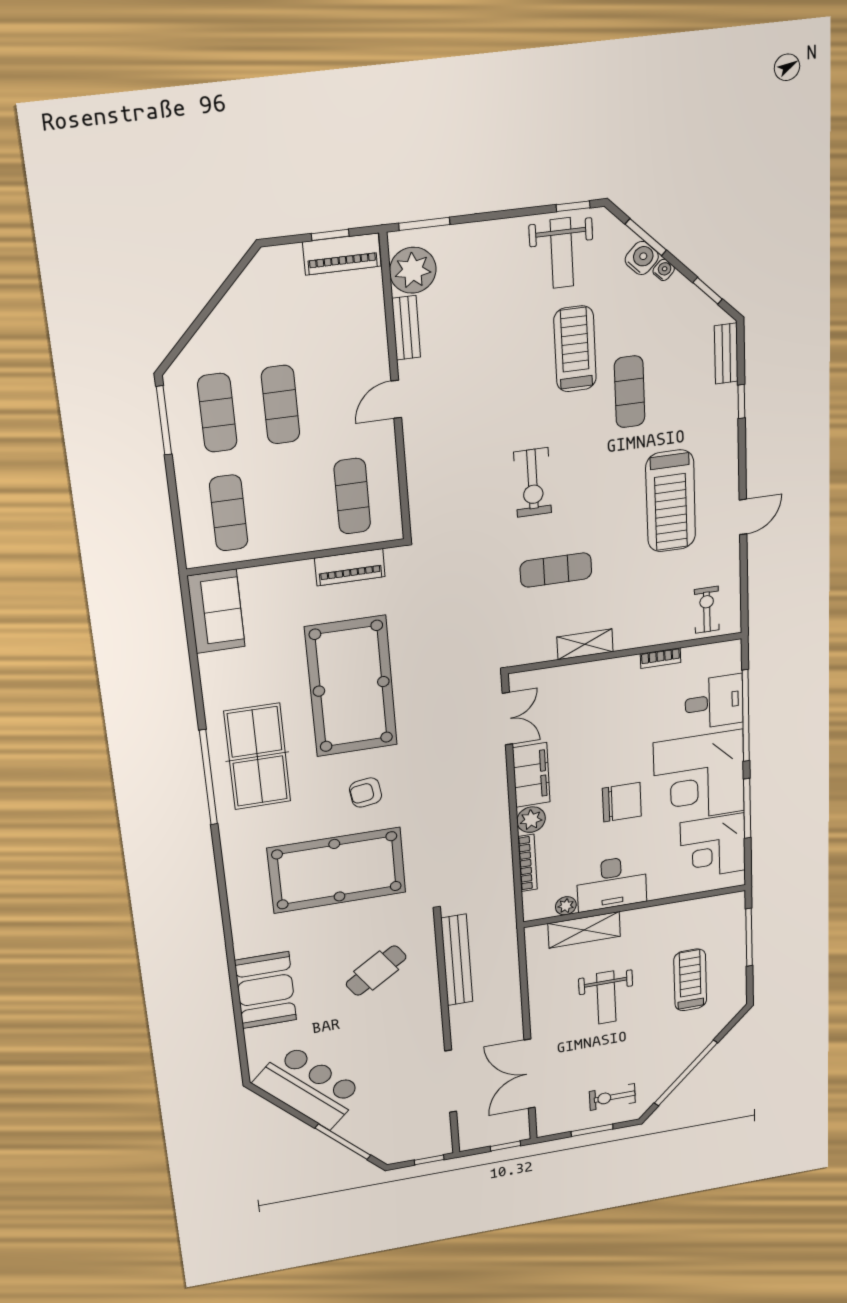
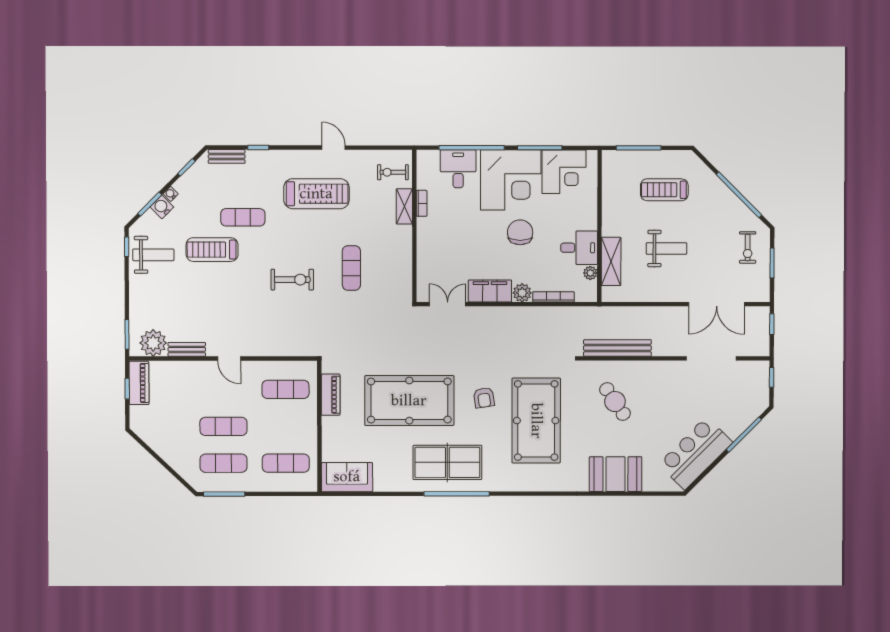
shelving: (585, 644) -> (404, 206), moved
desk: (612, 883) -> (579, 248), width x0.73

